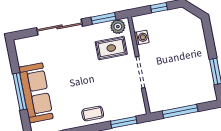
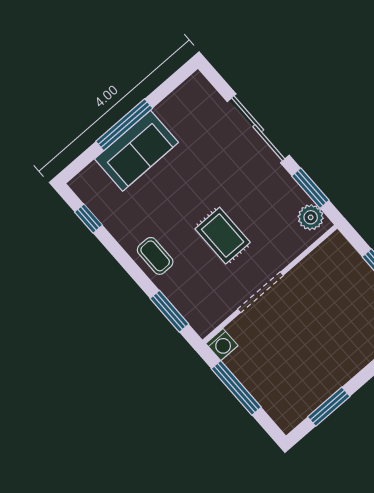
washing machine: (142, 37) -> (222, 345), moved
rug: (111, 48) -> (223, 236), moved
sofa: (36, 93) -> (136, 151), width x0.73

